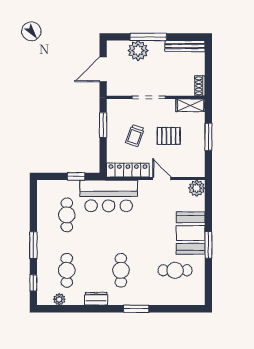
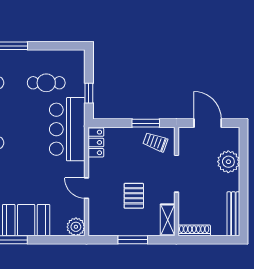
window: (148, 37) -> (243, 173), removed
shoe rack: (200, 86) -> (194, 230), width x1.43
trolley: (135, 136) -> (155, 142), moved
locker: (128, 170) -> (96, 142), width x0.66
door: (162, 179) -> (87, 188), swing flipped

